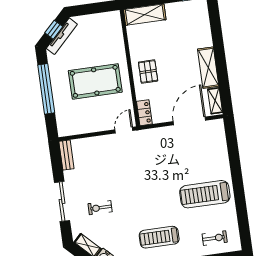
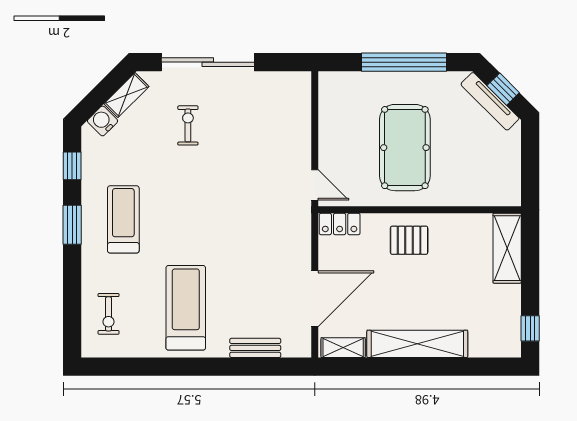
shelving: (208, 68) -> (417, 344), width x1.47
door: (189, 121) -> (315, 299), hinge flipped
bench: (66, 155) -> (255, 348), moved
sliding door: (62, 201) -> (208, 62), width x1.36

